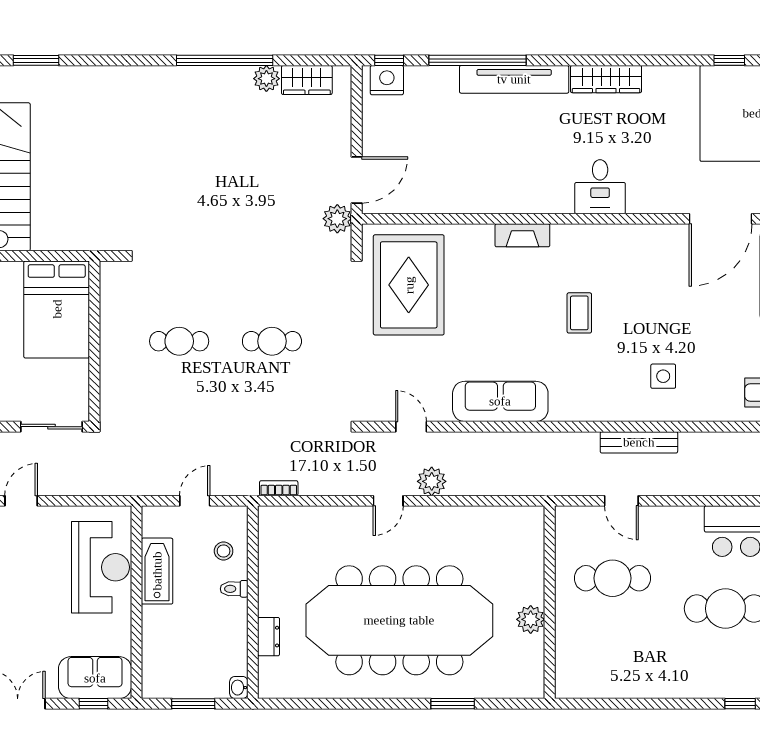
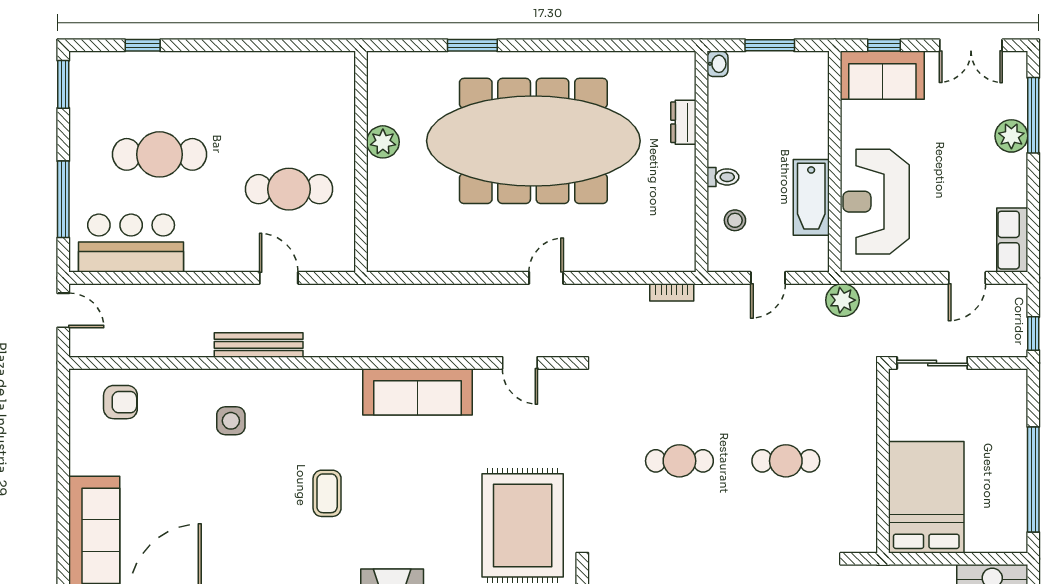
plant: (432, 481) -> (842, 300), moved

